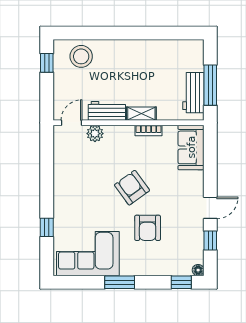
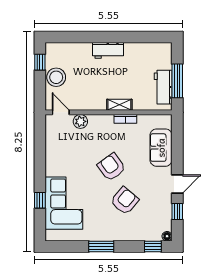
stool: (81, 56) -> (56, 77), moved
workbench: (107, 111) -> (108, 50), moved, turned 180
door: (72, 123) -> (61, 112), hinge flipped
sofa: (191, 147) -> (161, 148), moved
armchair: (148, 228) -> (125, 201), turned -140
corner sofa: (88, 254) -> (64, 203), moved, turned 90

